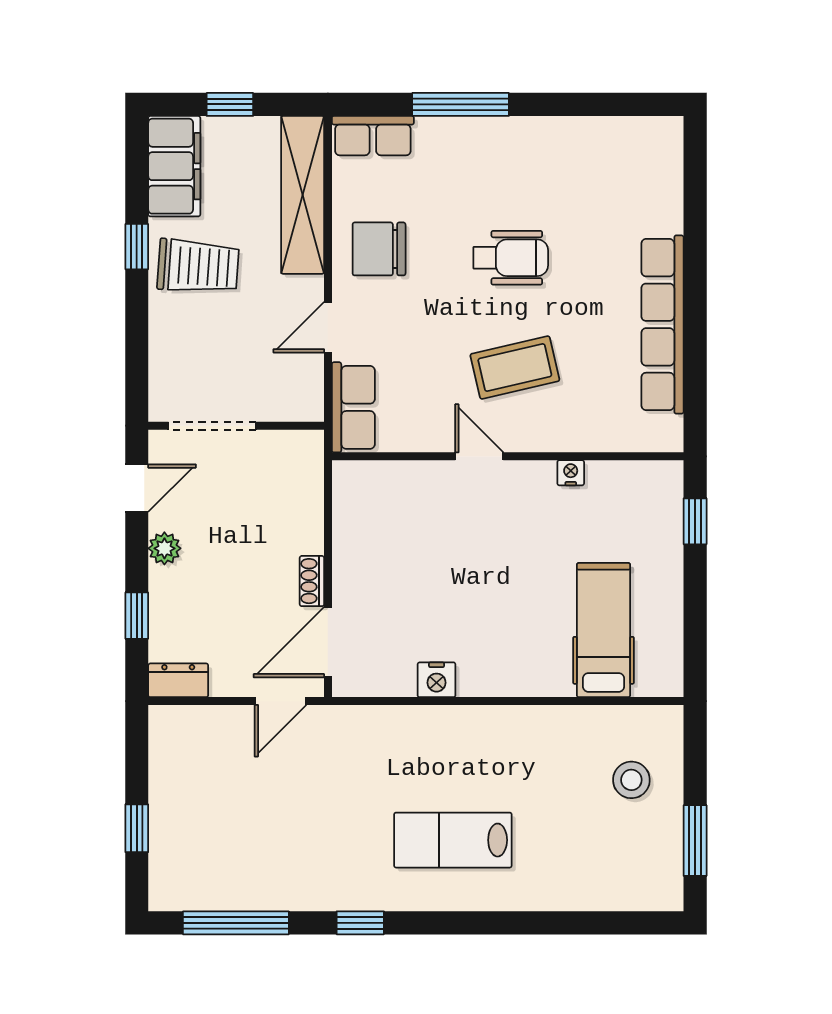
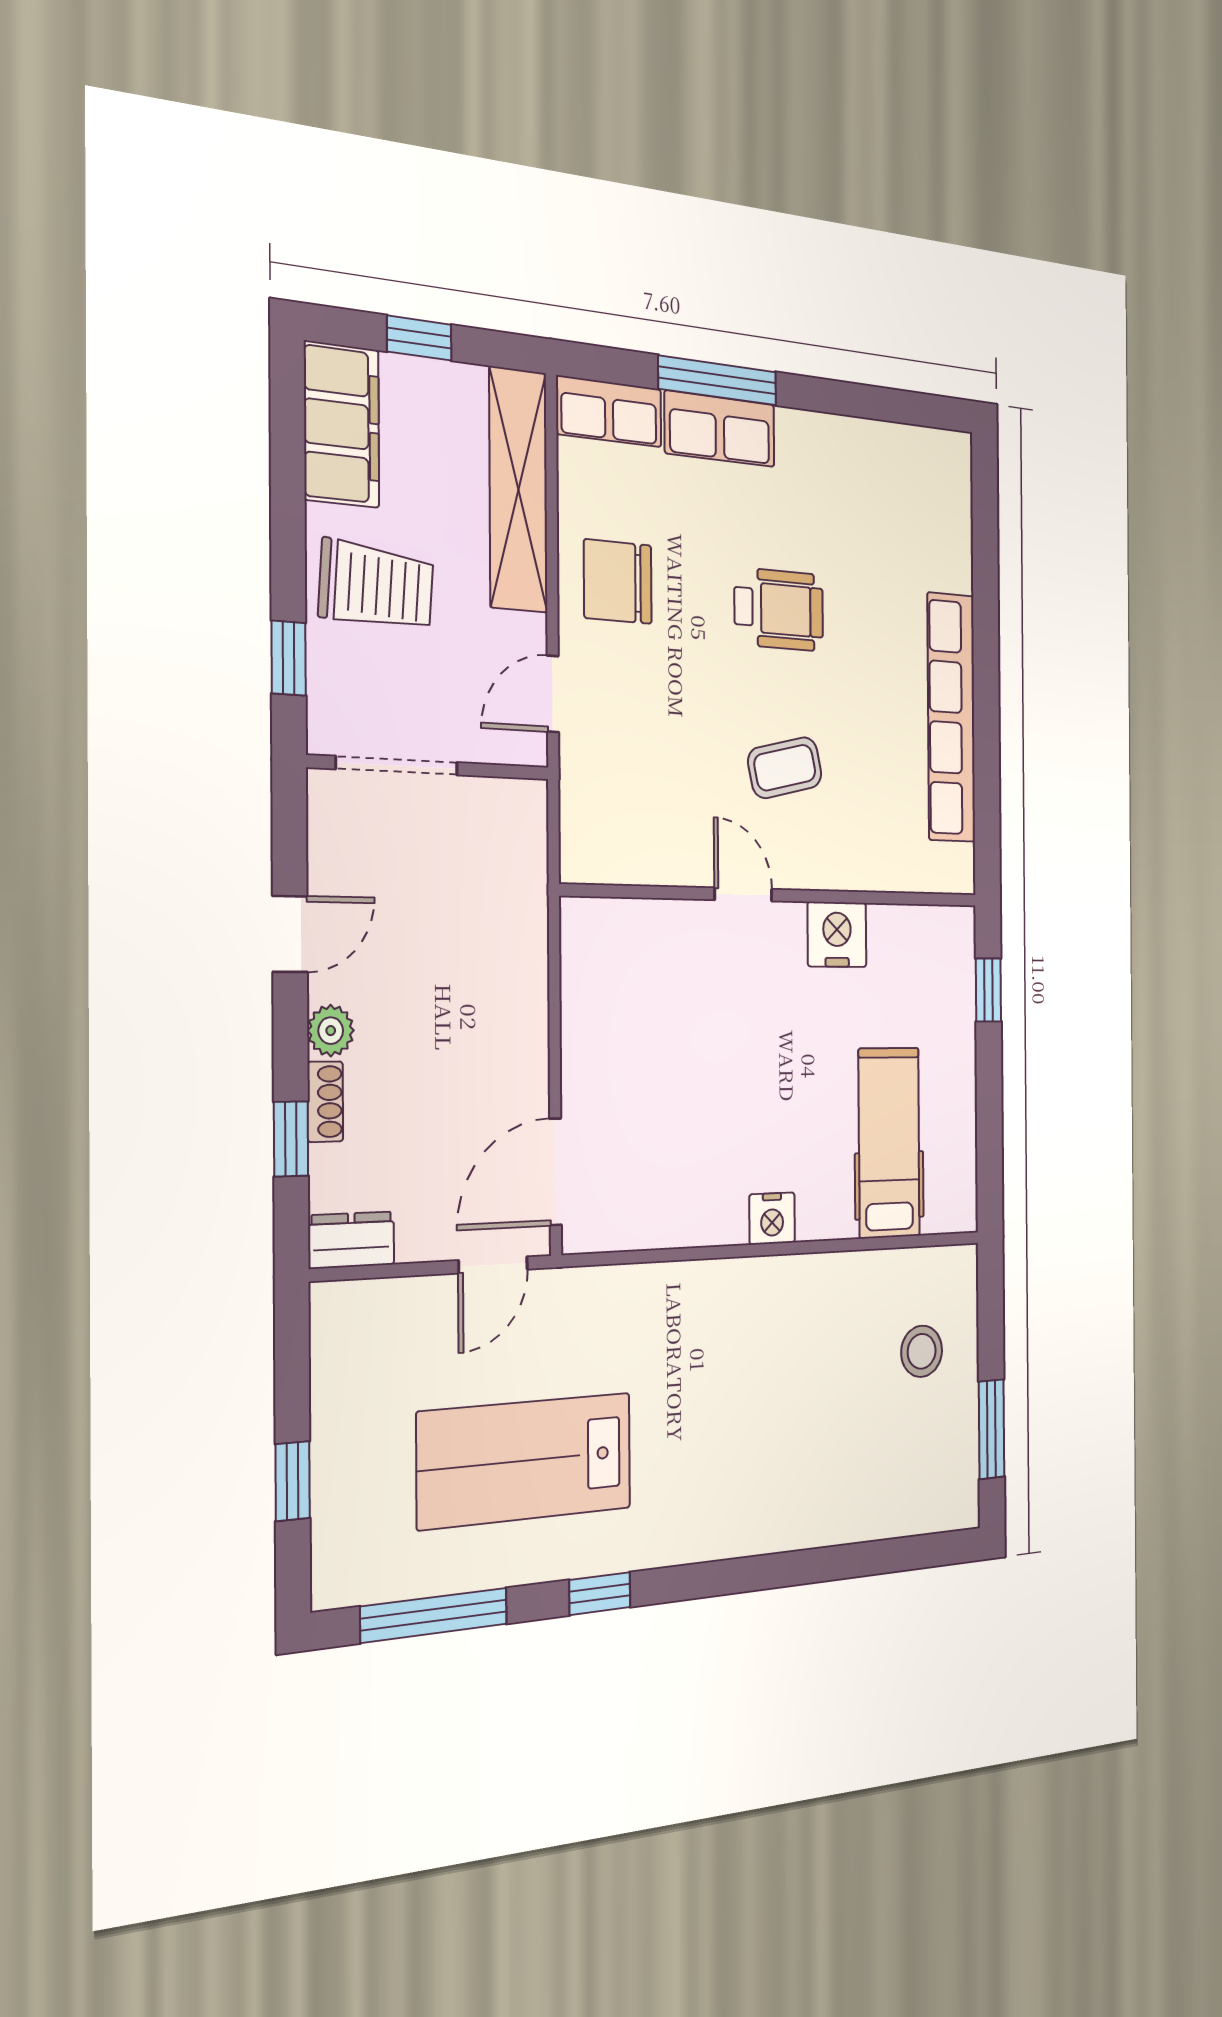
window: (137, 247) -> (289, 658), moved
coffee table: (515, 368) -> (785, 768), width x0.73, depth x0.77
row of seats: (353, 407) -> (720, 429), moved, turned 90
doorway: (212, 426) -> (397, 766), moved
wall: (236, 426) -> (430, 767), moved
nightstand: (571, 473) -> (837, 935), width x1.89, depth x1.79
shoe rack: (312, 581) -> (325, 1102), moved, turned 180
nightstand: (437, 680) -> (772, 1218), moved
lab bench: (453, 840) -> (525, 1461), moved, width x1.36, depth x1.39

